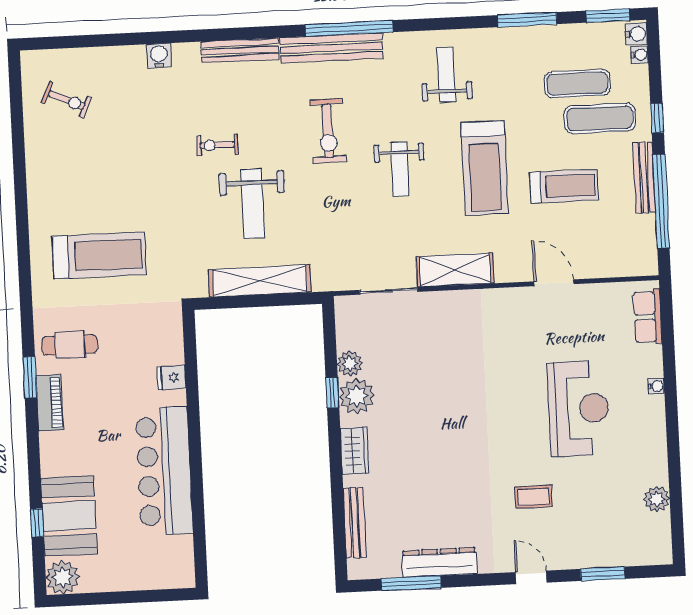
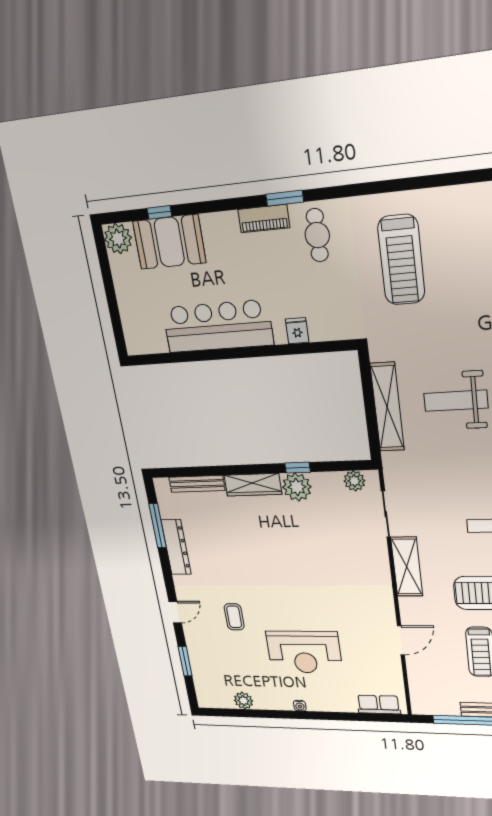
plant: (350, 364) -> (354, 481), moved
water cooler: (656, 386) -> (300, 706), moved
wardrobe: (355, 451) -> (253, 485), width x1.50

